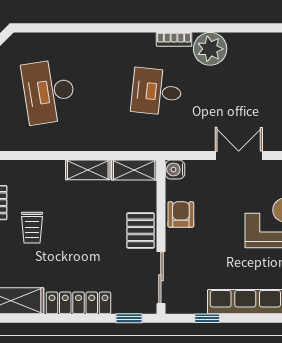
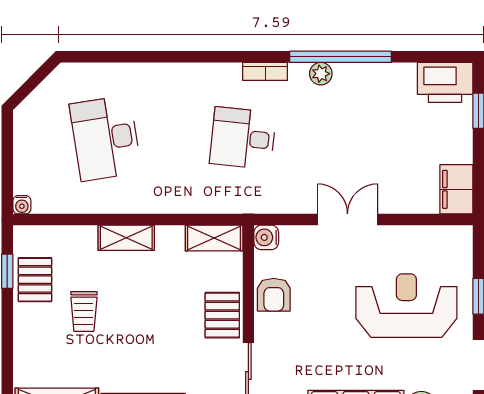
window: (233, 28) -> (340, 57), added
plant: (210, 49) -> (321, 74), width x0.53, depth x0.53
shelving: (88, 170) -> (126, 238), moved
armchair: (181, 214) -> (274, 295), turned 180

